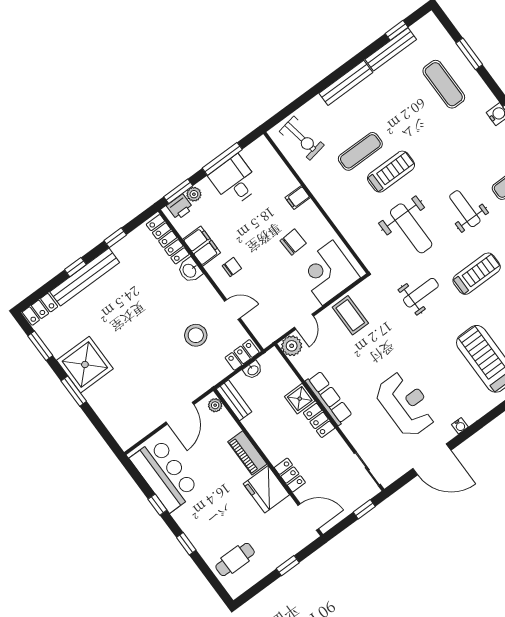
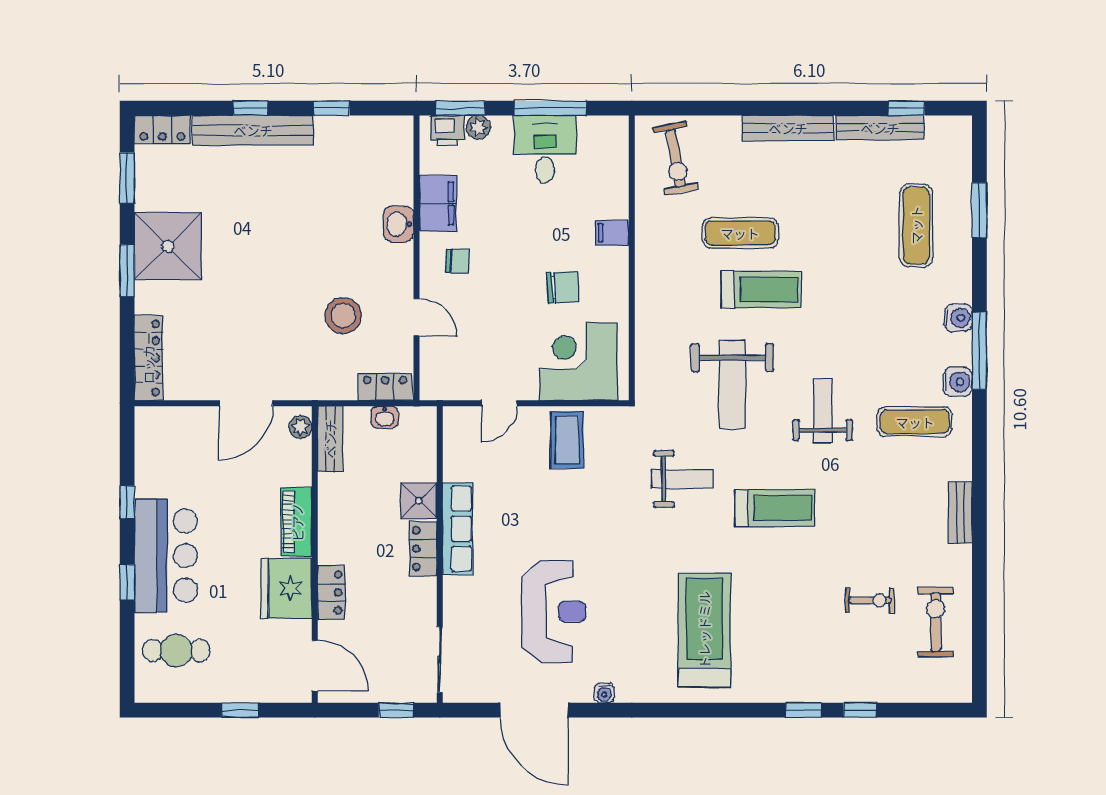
locker: (168, 239) -> (148, 358), moved, turned 180
plant: (292, 346) -> (460, 423), removed
bar counter: (165, 475) -> (166, 556), moved

